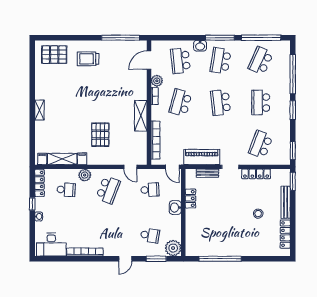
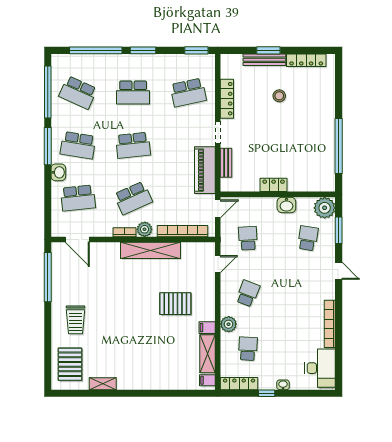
plant: (157, 81) -> (145, 229), moved
school desk: (181, 103) -> (133, 198), turned -39
shelving: (39, 110) -> (103, 384), moved
shelving: (141, 116) -> (150, 250), width x1.47
school desk: (261, 144) -> (188, 93), turned -33
window: (293, 181) -> (268, 50), moved
school desk: (108, 190) -> (248, 293), width x0.54
locker: (190, 198) -> (274, 185), moved
washbasin: (175, 208) -> (286, 205), moved

